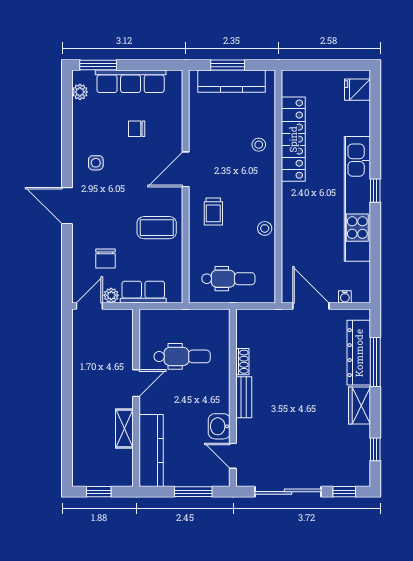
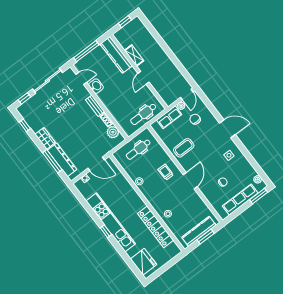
fridge: (357, 90) -> (144, 262), width x1.88, depth x1.34
plant: (247, 335) -> (113, 132), added
dental chair: (182, 356) -> (143, 114), moved
window: (193, 492) -> (86, 51), width x1.44

